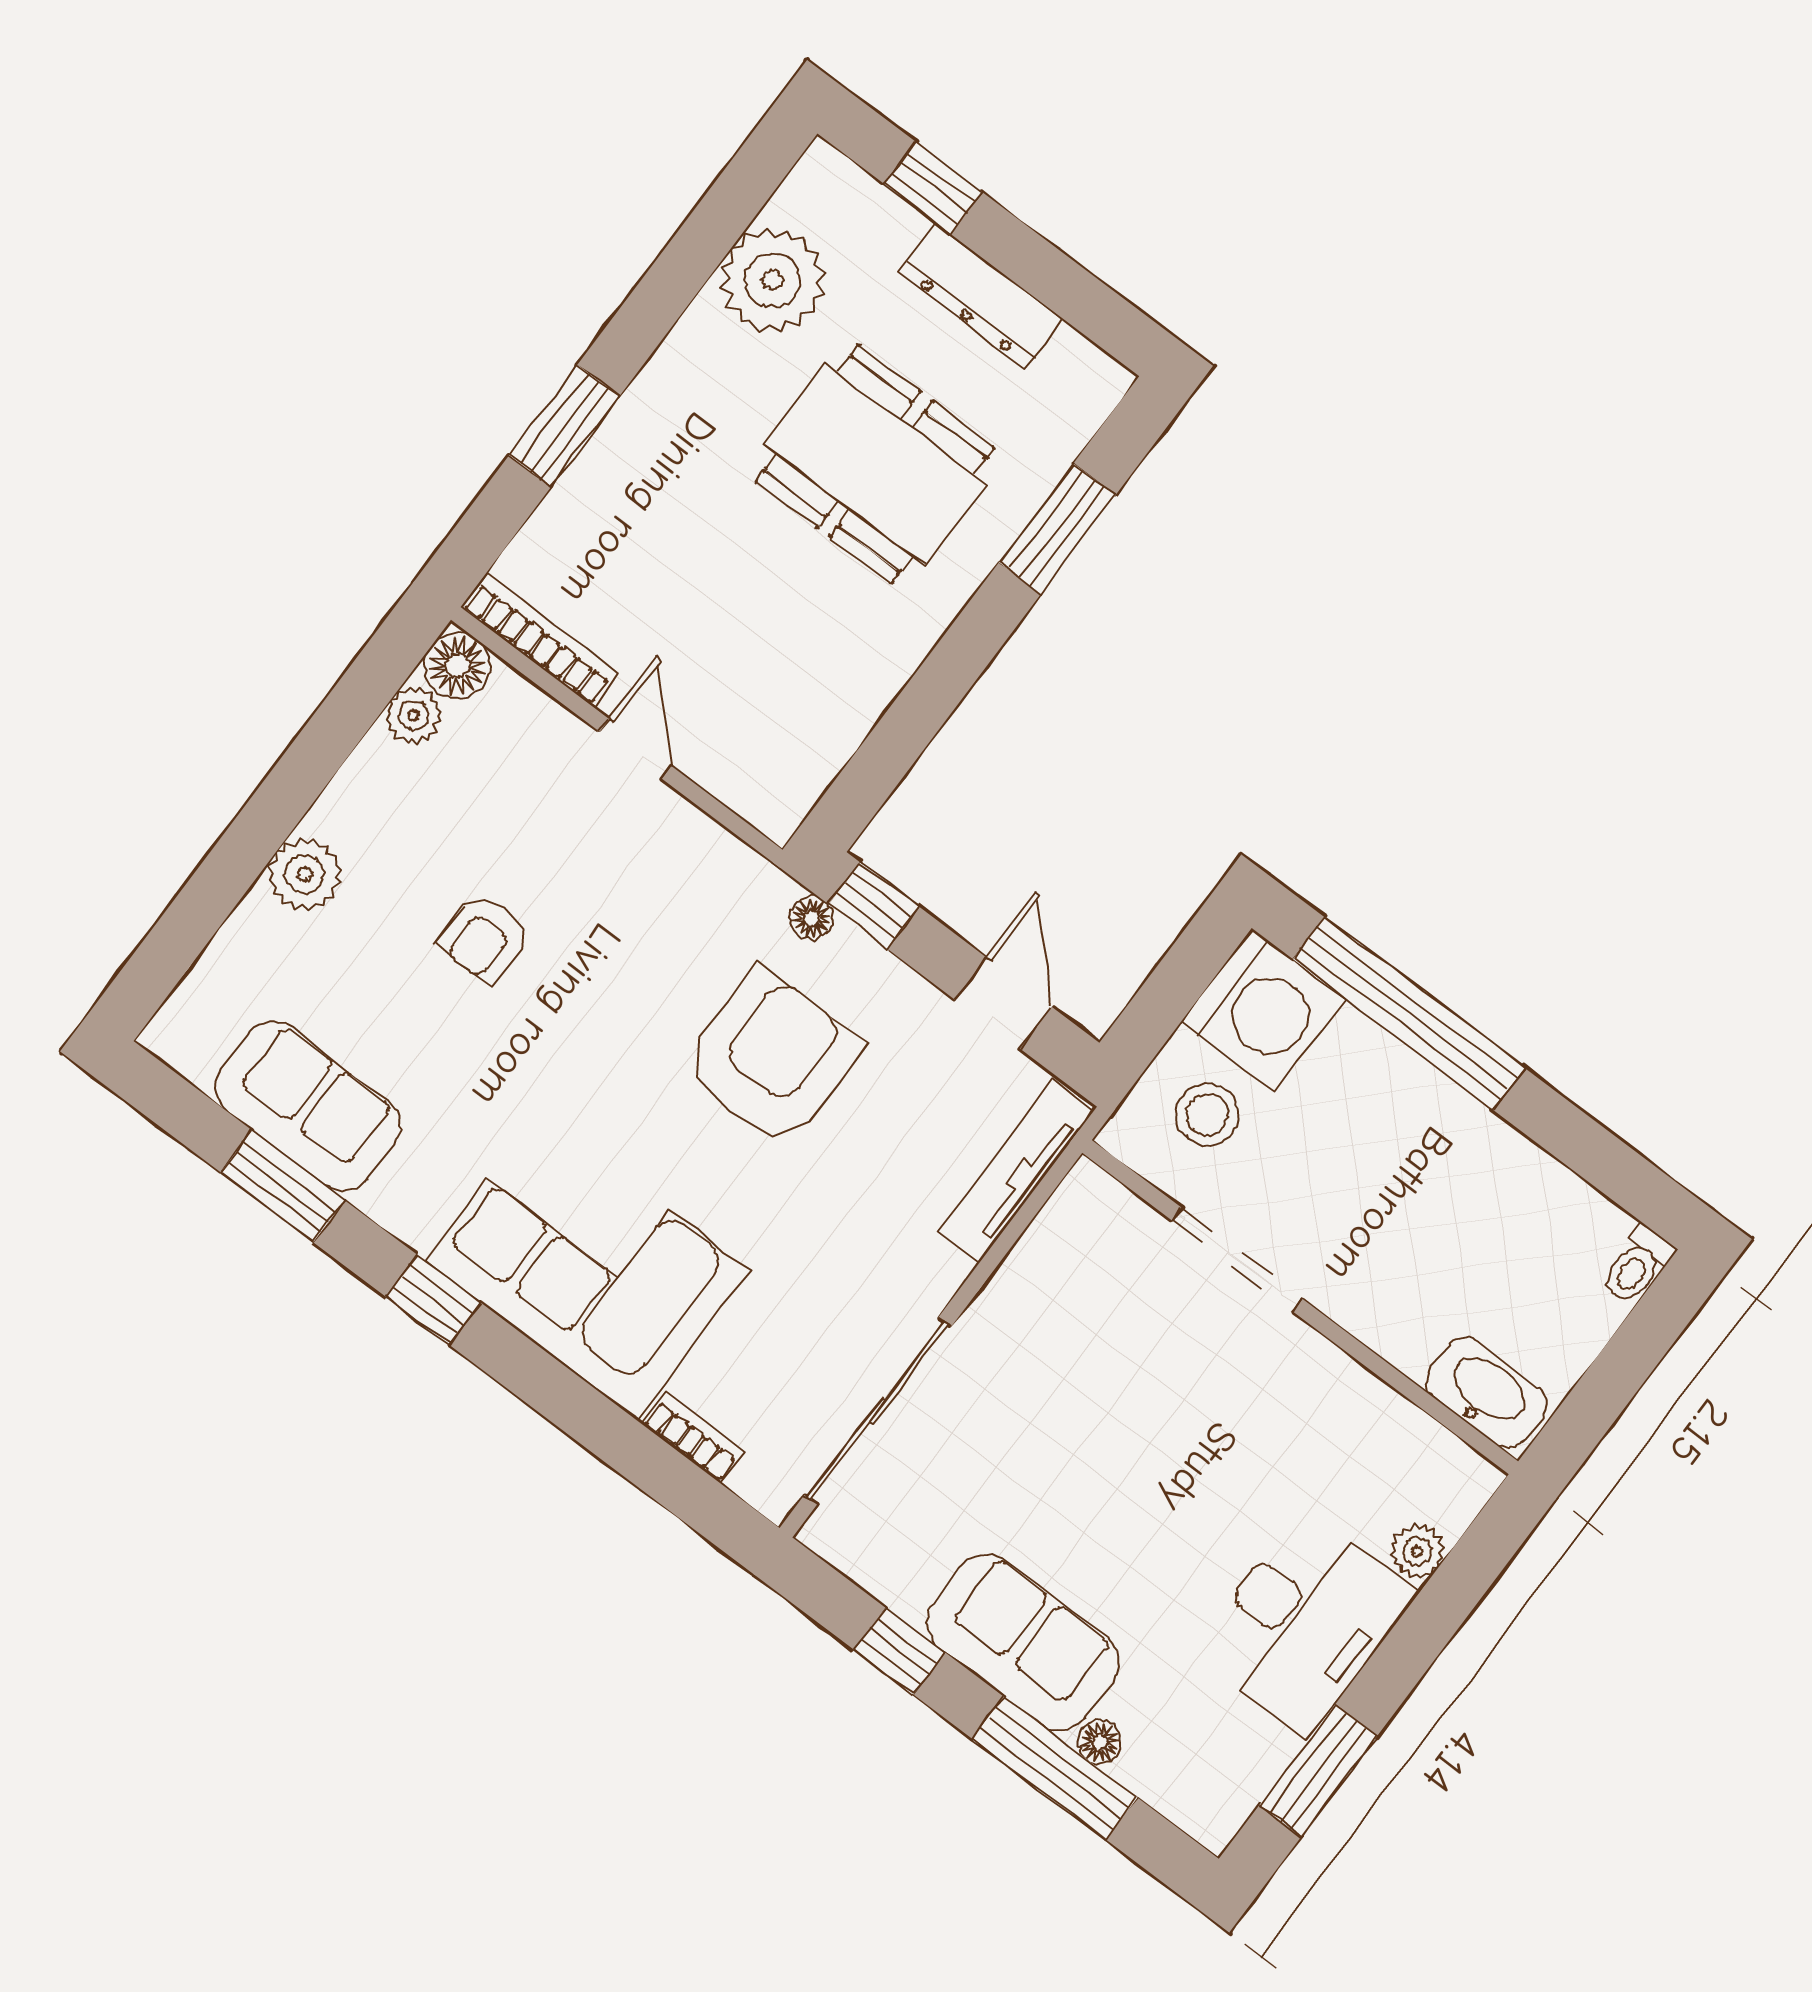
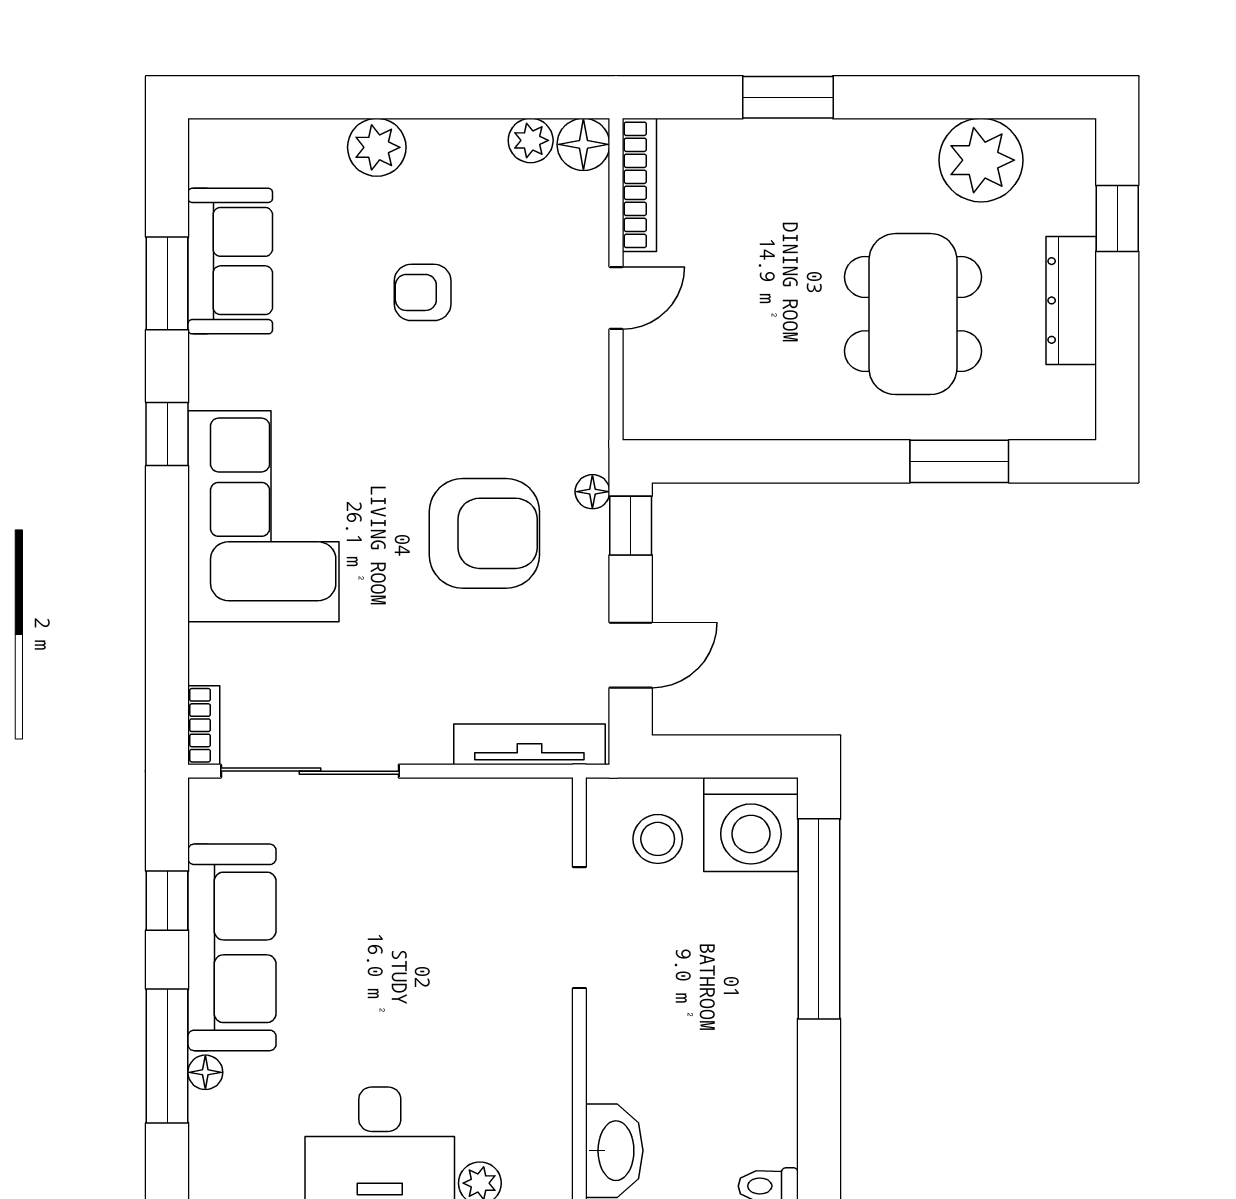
bookcase: (692, 1438) -> (204, 725), moved
sofa: (1023, 1642) -> (232, 947), width x1.36

